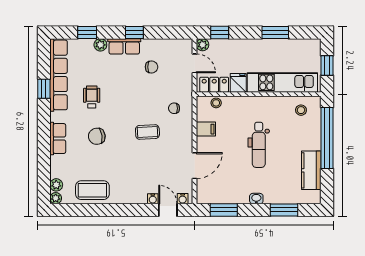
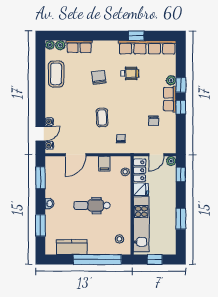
window: (87, 33) -> (181, 85), moved
row of seats: (58, 139) -> (79, 47), moved
door: (194, 166) -> (76, 155), hinge flipped

